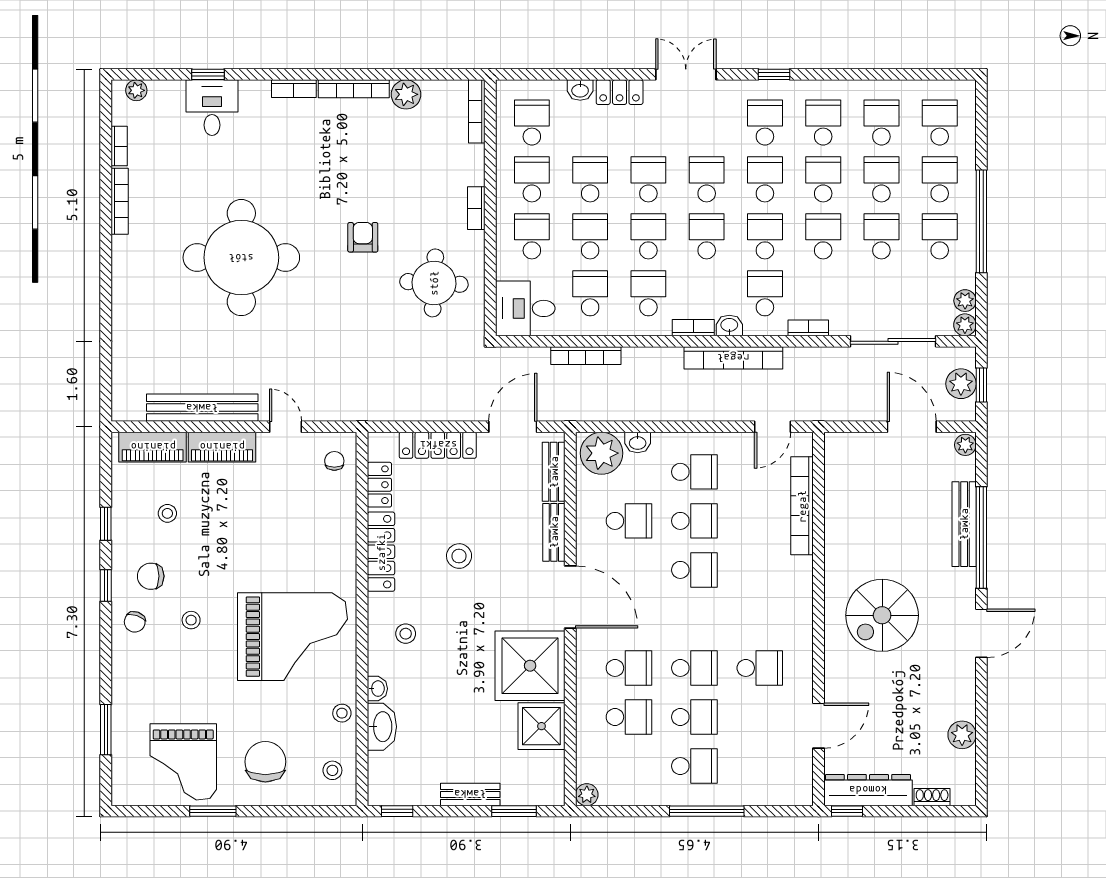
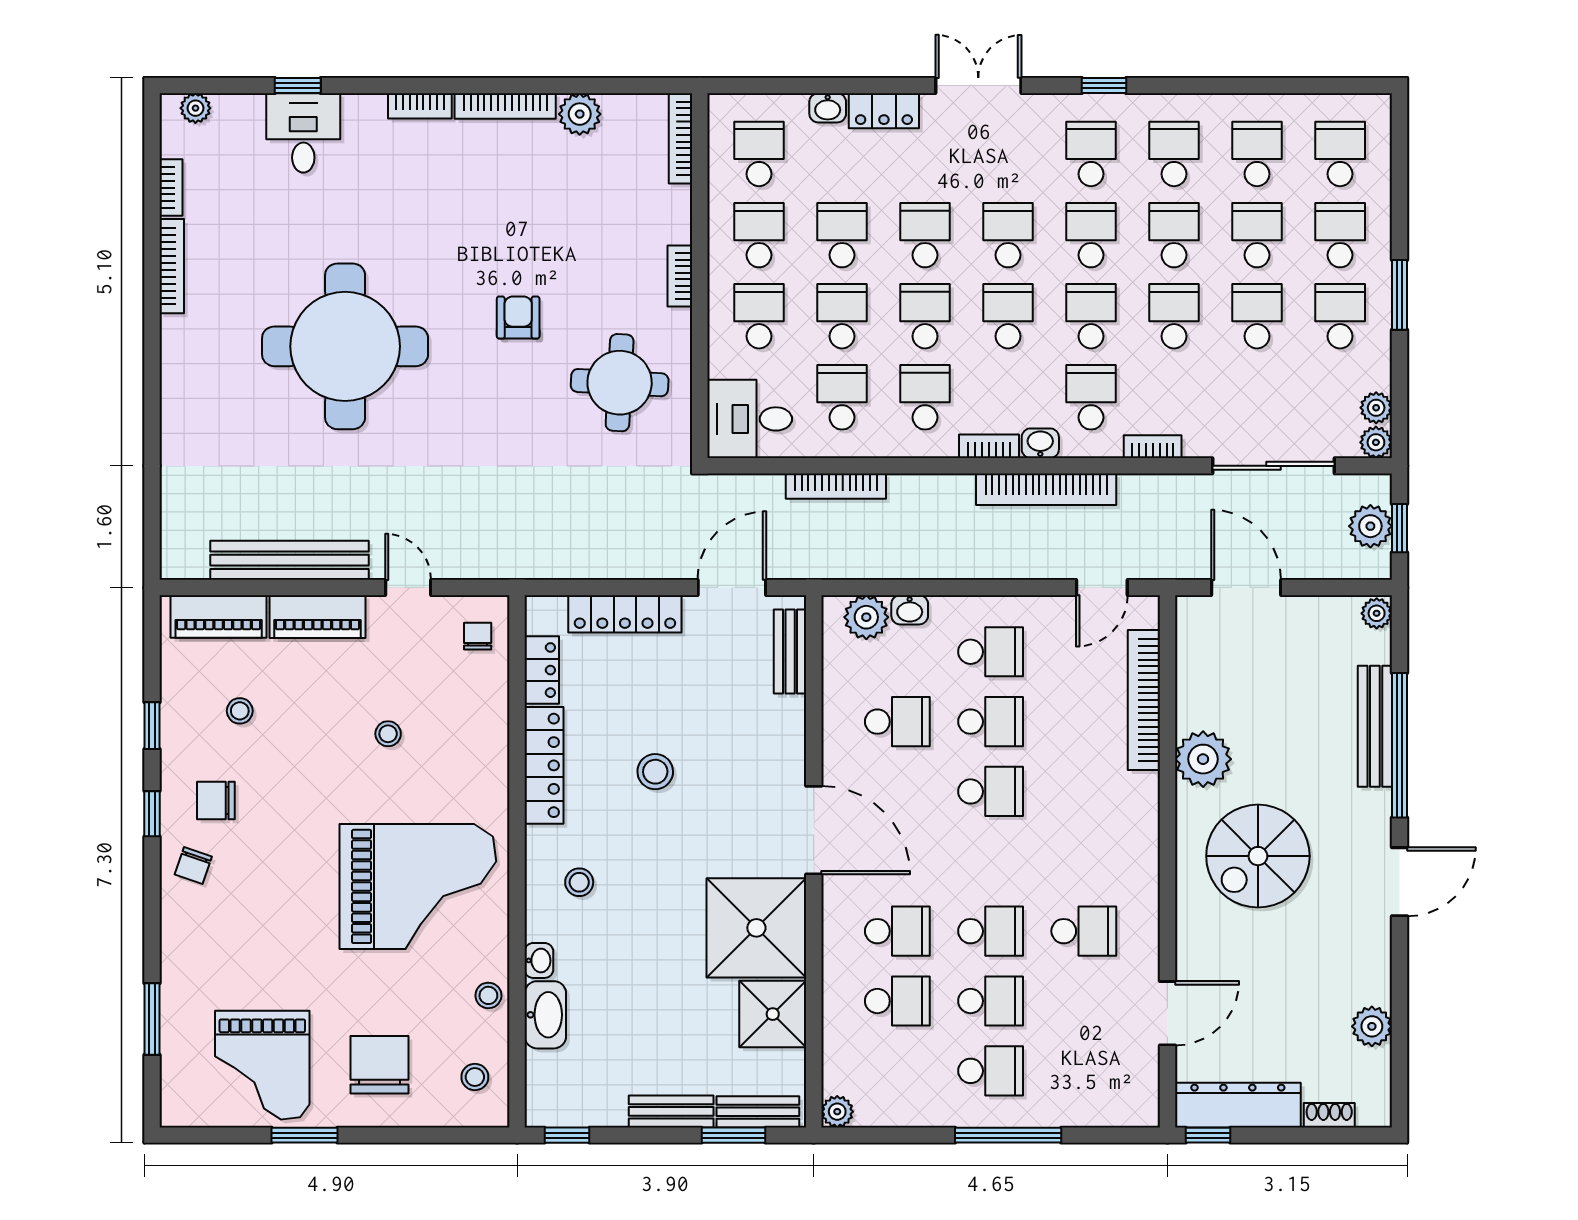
window: (981, 221) -> (1399, 295), width x0.47
door: (912, 427) -> (1246, 587), moved
plant: (602, 453) -> (866, 617), width x0.73, depth x0.73
bench: (554, 532) -> (758, 1112), moved, turned 90
plant: (844, 547) -> (1203, 759), added
stool: (191, 620) -> (388, 734), moved

